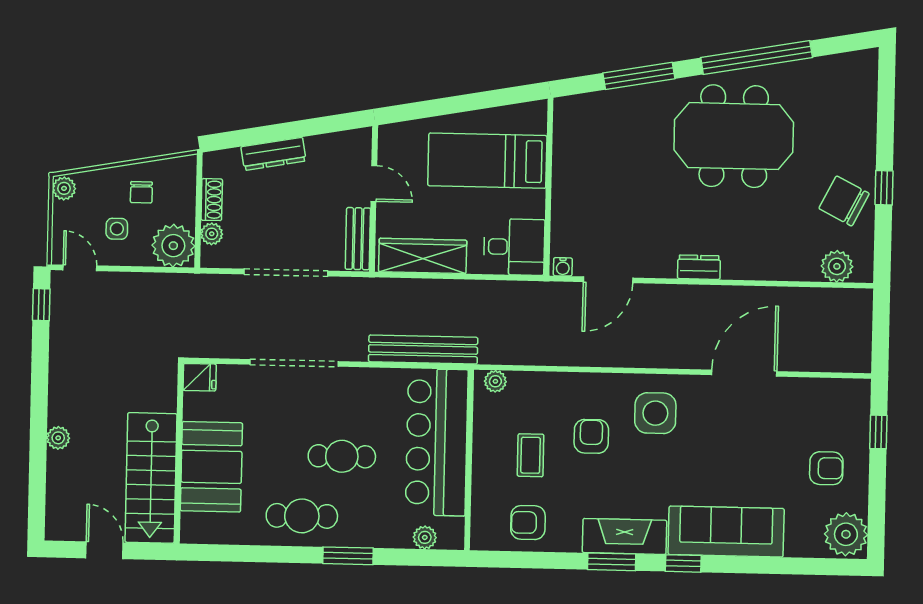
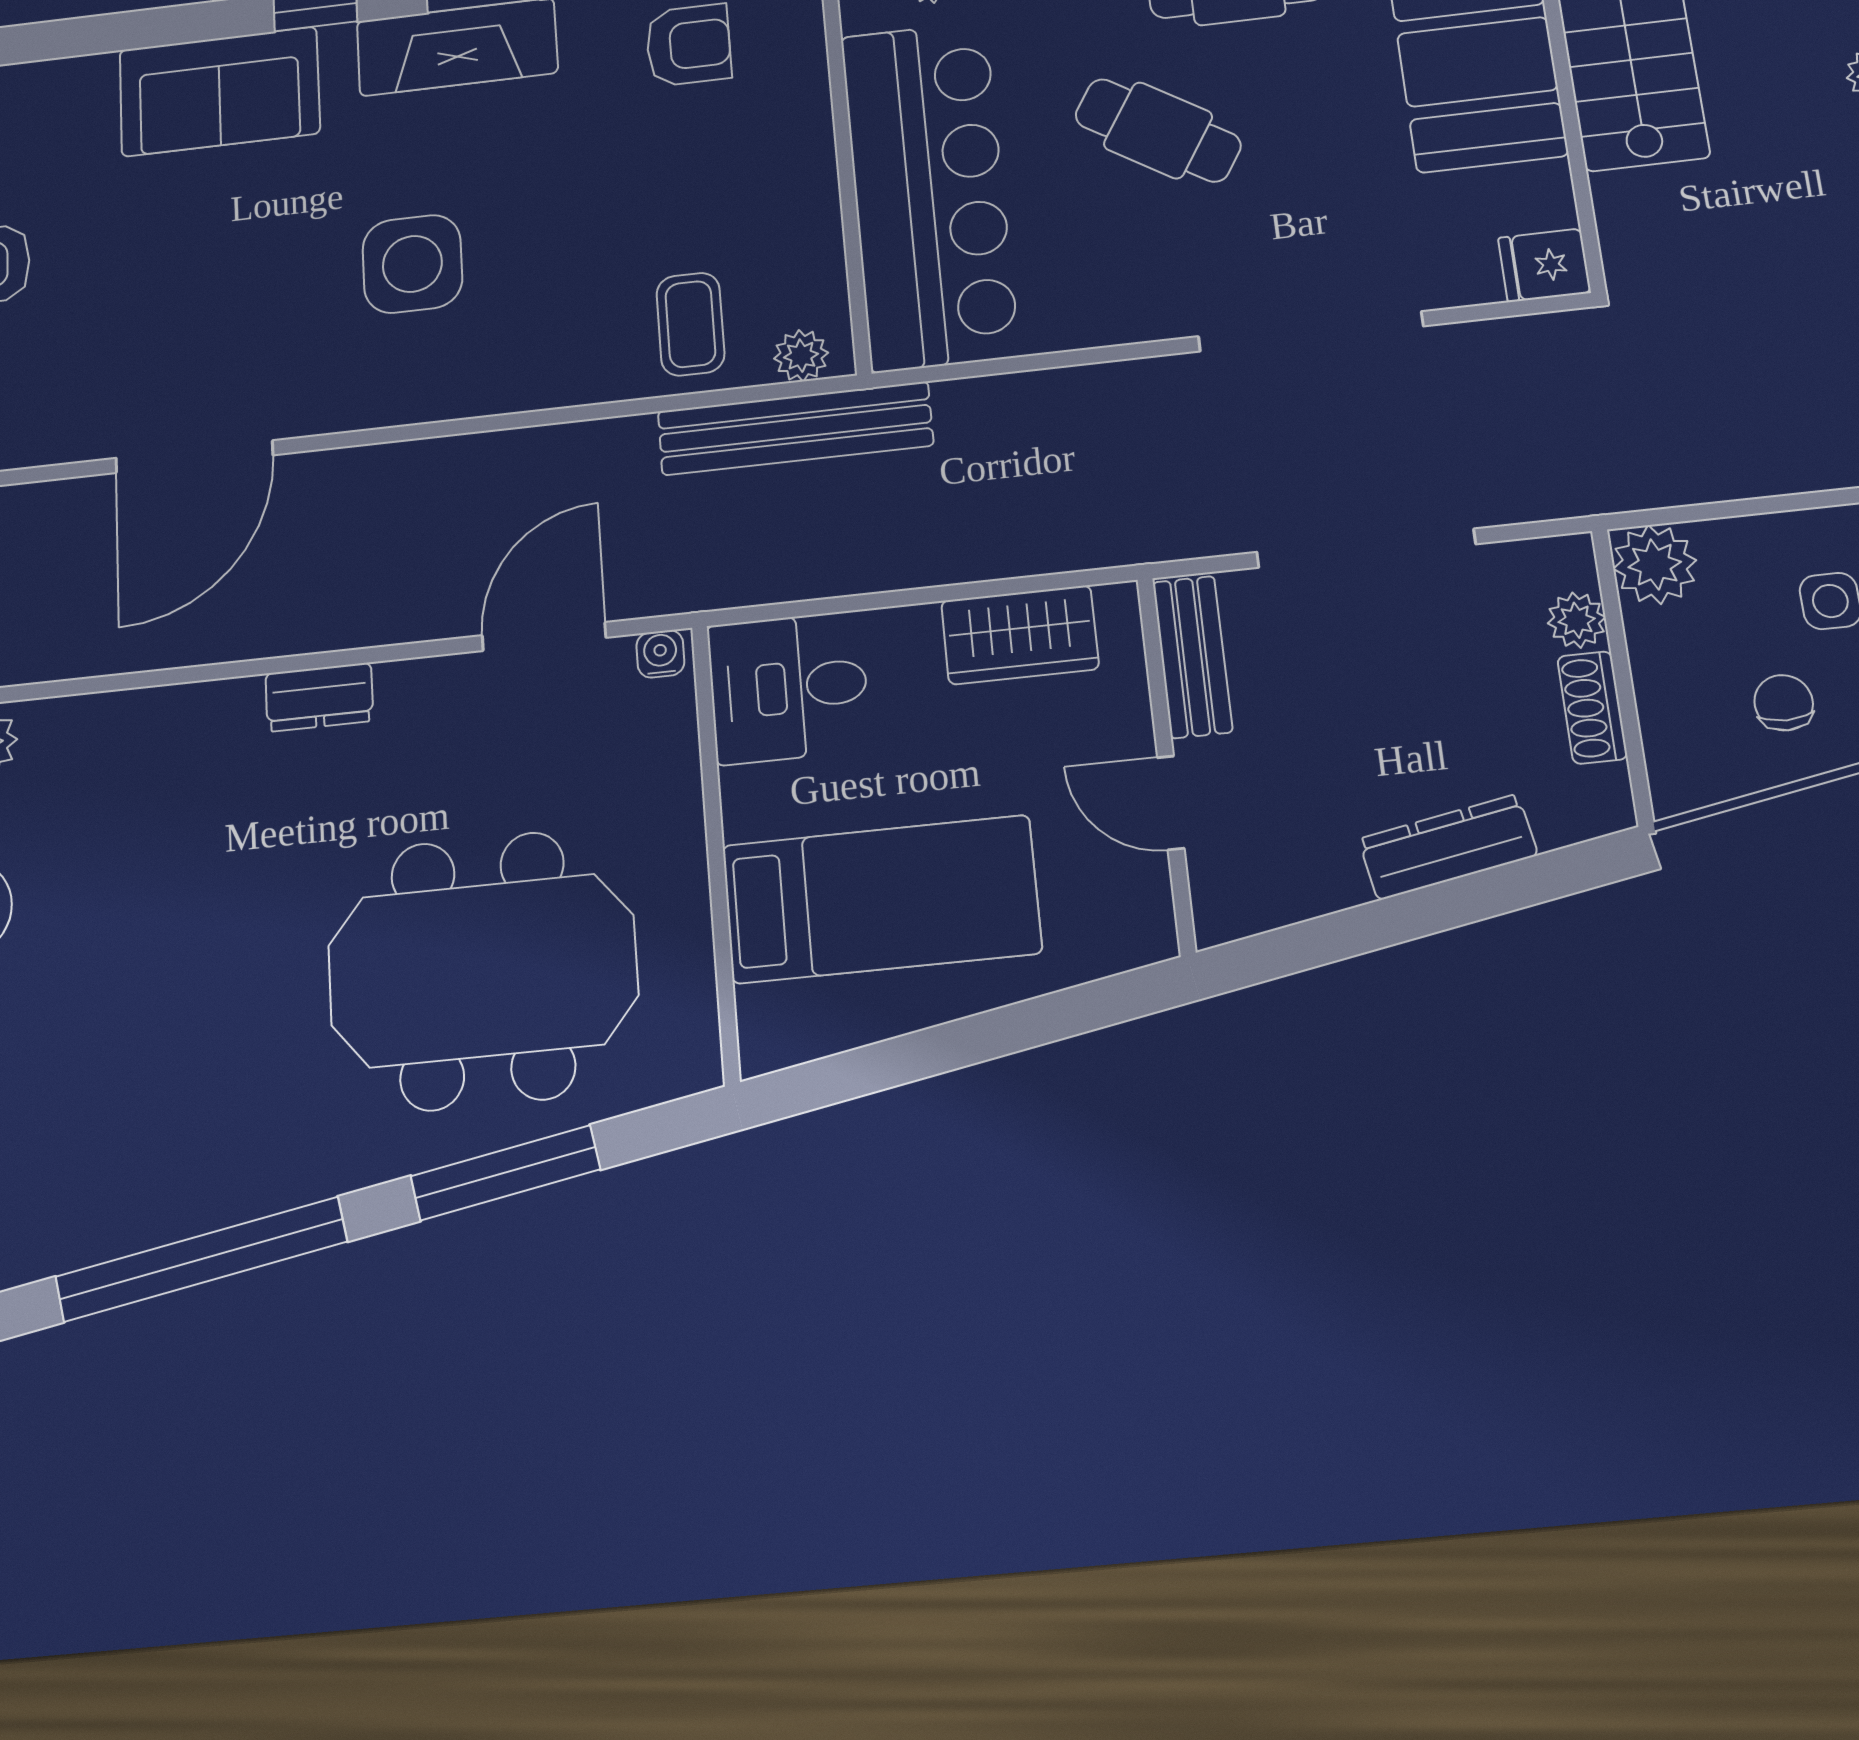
meeting table: (734, 136) -> (483, 970), moved
plant: (173, 246) -> (1655, 565), width x0.73, depth x0.73
wardrobe: (423, 256) -> (1020, 635), width x0.67
bench: (423, 350) -> (795, 428), moved
side table: (655, 413) -> (412, 264), moved
armchair: (591, 436) -> (554, 260), removed
coffee table: (531, 455) -> (690, 324), moved
cafe table: (342, 456) -> (1158, 130), turned 32
sofa: (726, 532) -> (219, 92), width x0.73

